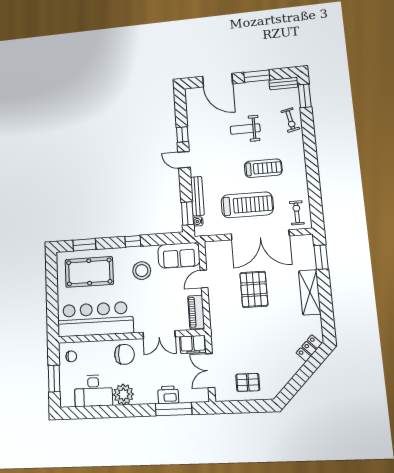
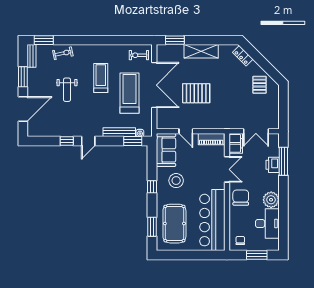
pallet: (248, 382) -> (259, 85), moved

